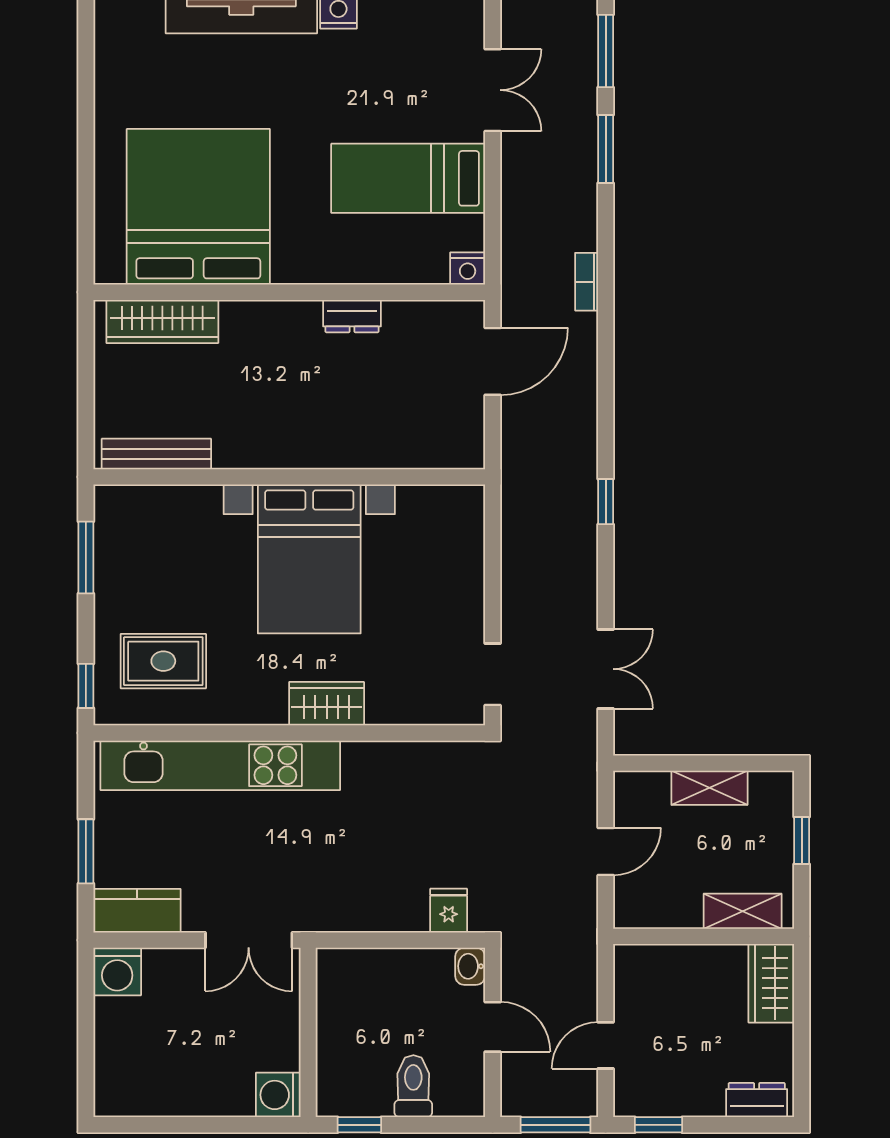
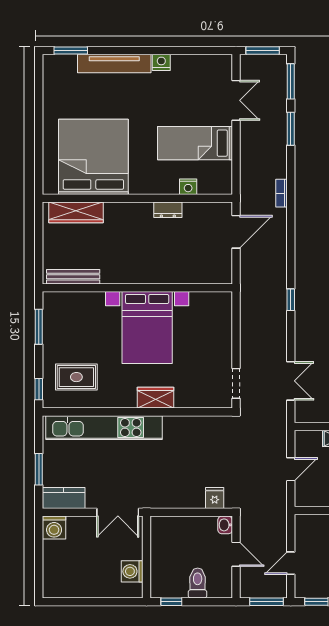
nightstand: (468, 269) -> (188, 187), moved
washing machine: (278, 1095) -> (132, 571), moved

